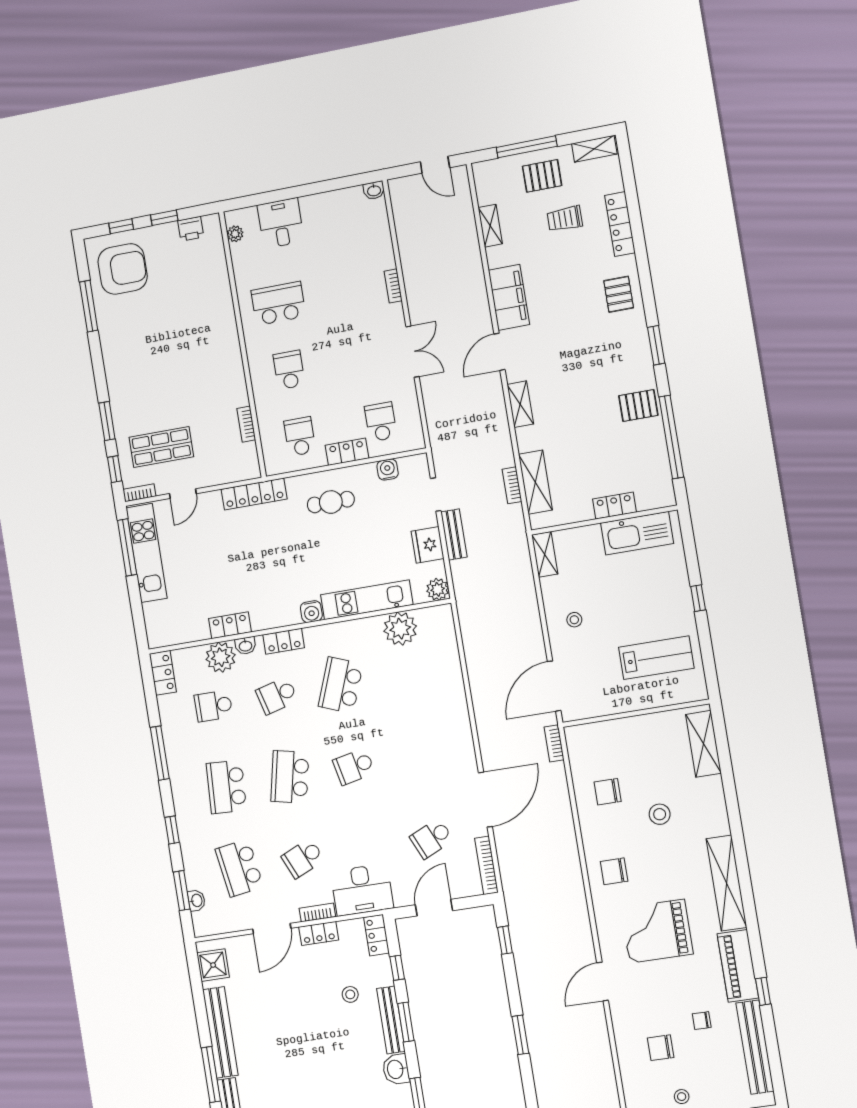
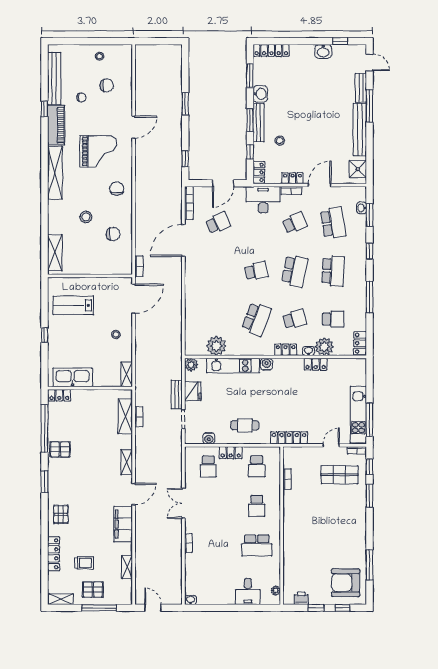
locker: (614, 506) -> (59, 395), moved
chair: (614, 871) -> (117, 189), turned -90

